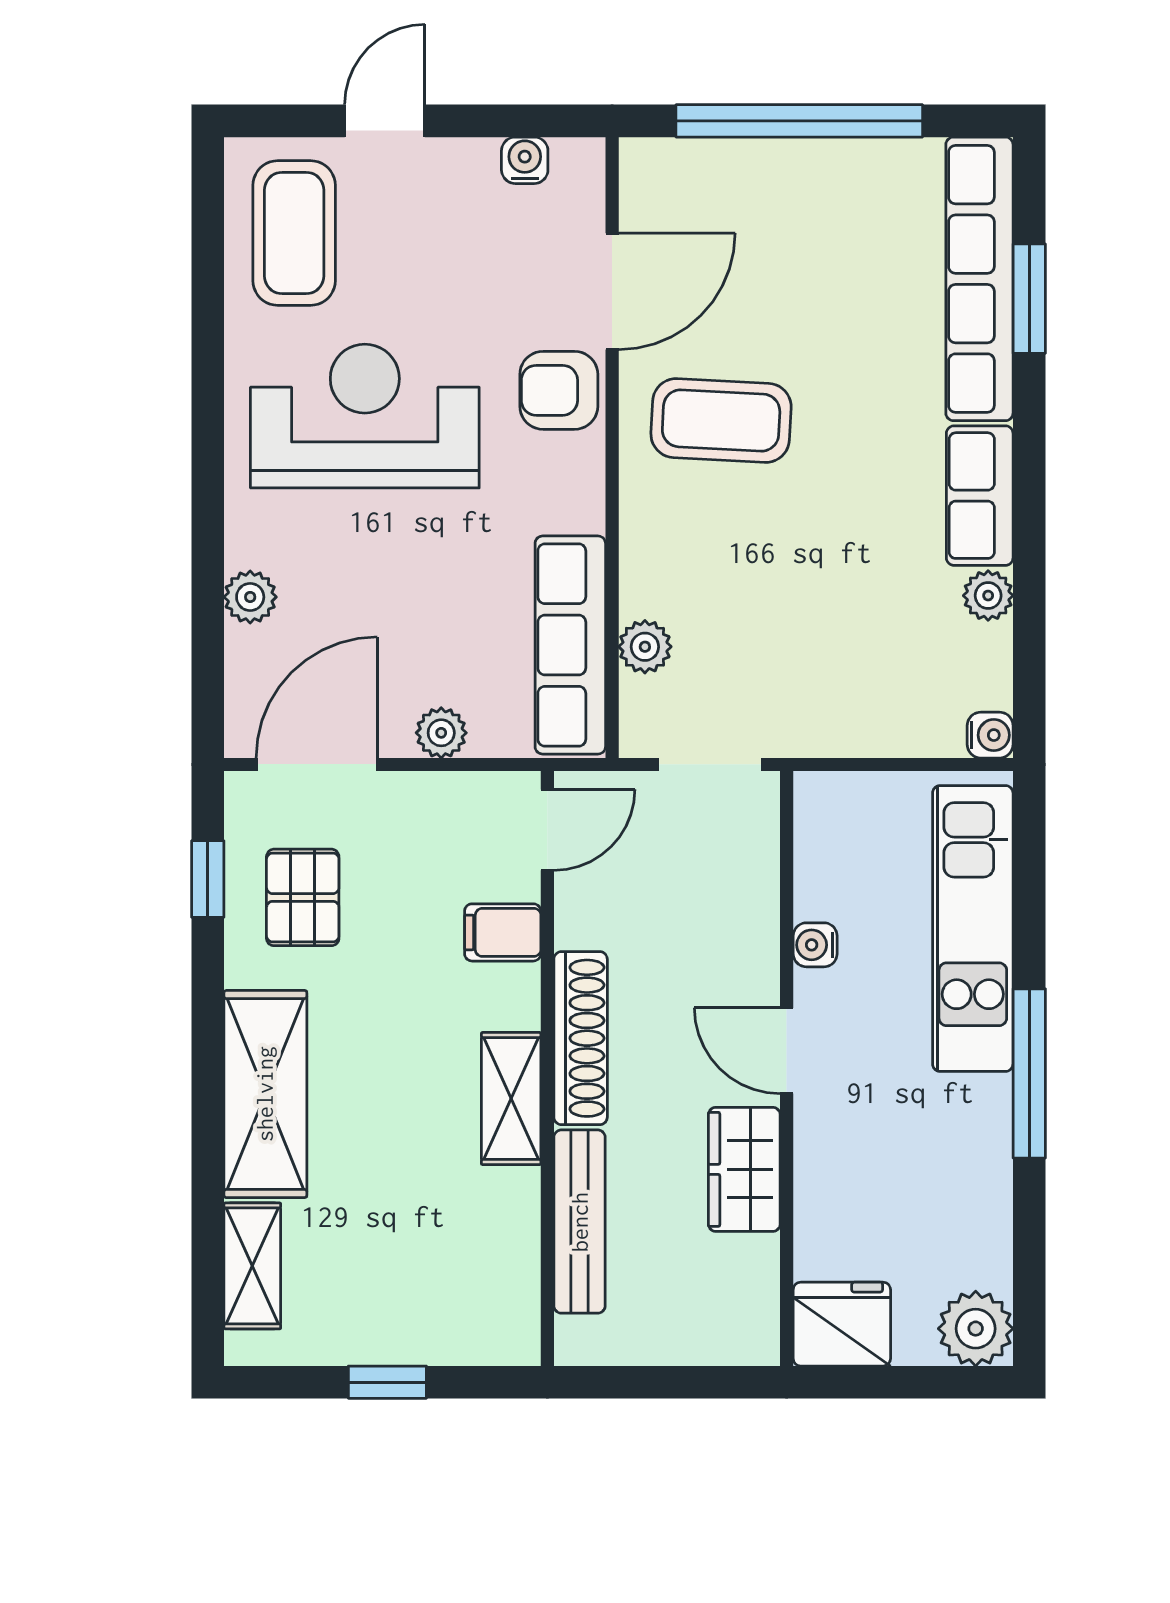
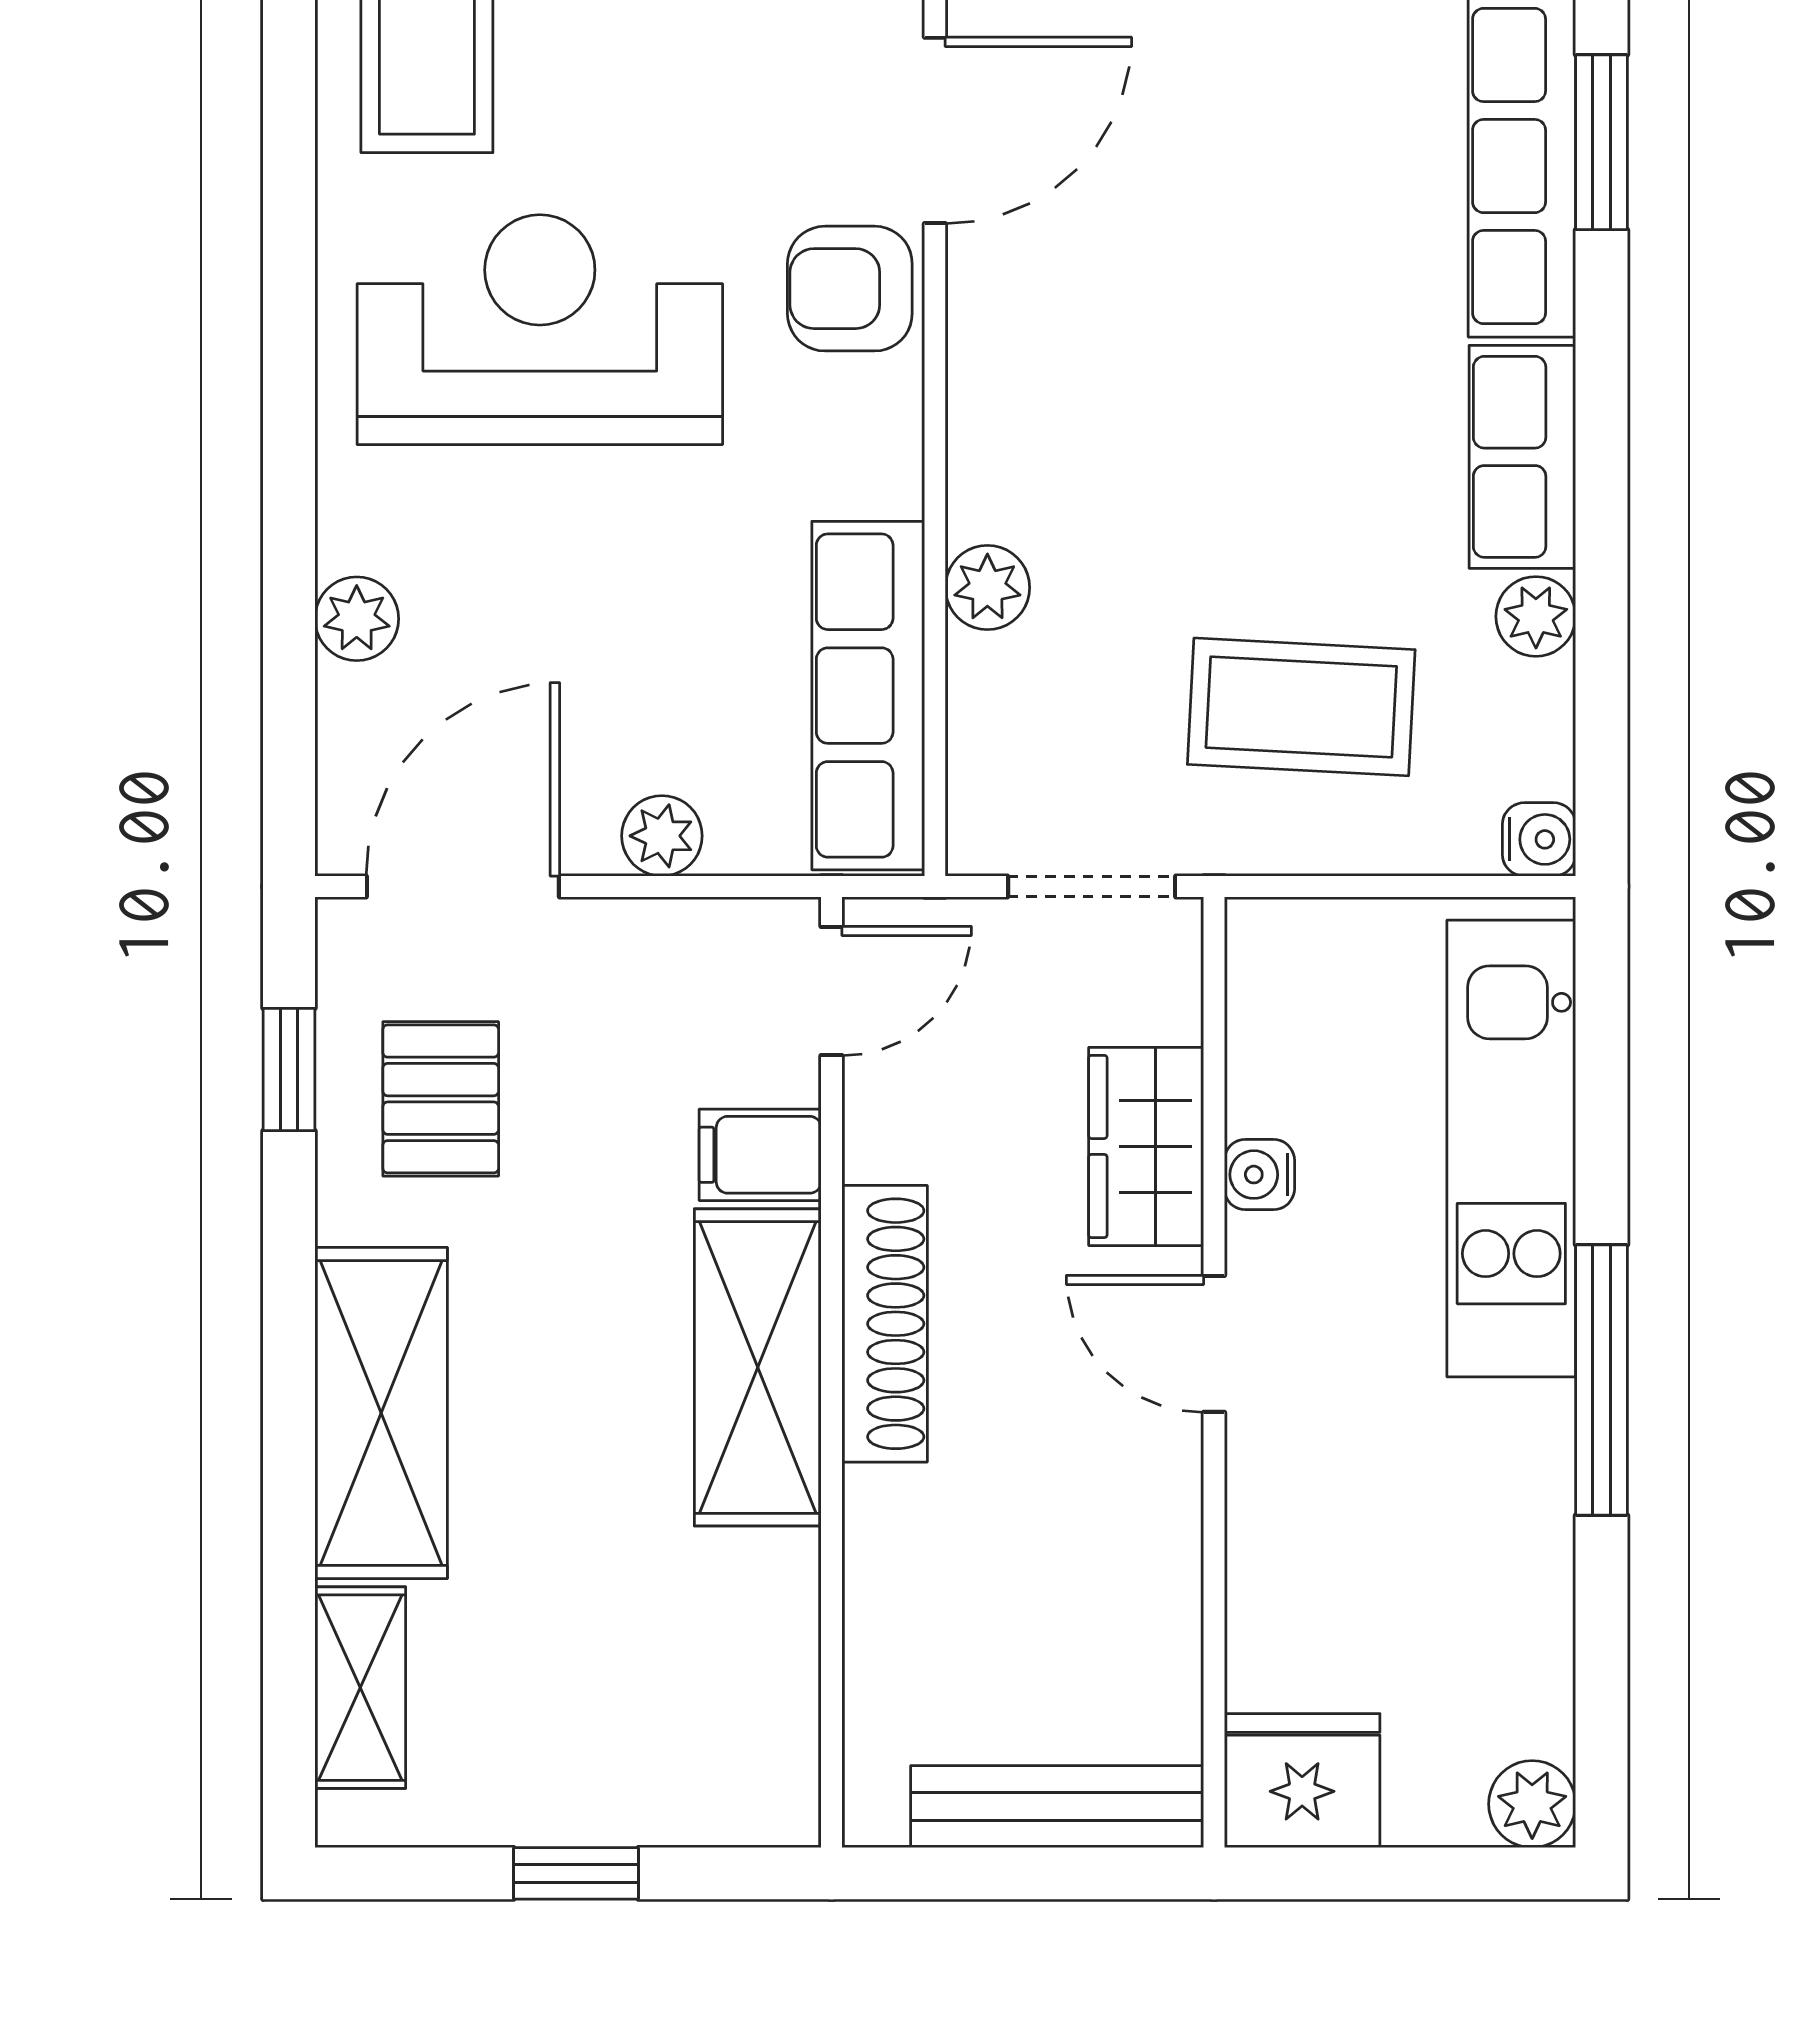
coffee table: (721, 420) -> (1301, 707), moved
plant: (645, 647) -> (987, 588), moved
shelving: (511, 1099) -> (758, 1367), width x1.50, depth x1.33
wardrobe: (744, 1169) -> (1146, 1146), moved
bench: (580, 1222) -> (1057, 1807), moved, turned 90
plant: (976, 1329) -> (1532, 1804), width x0.73, depth x0.73

